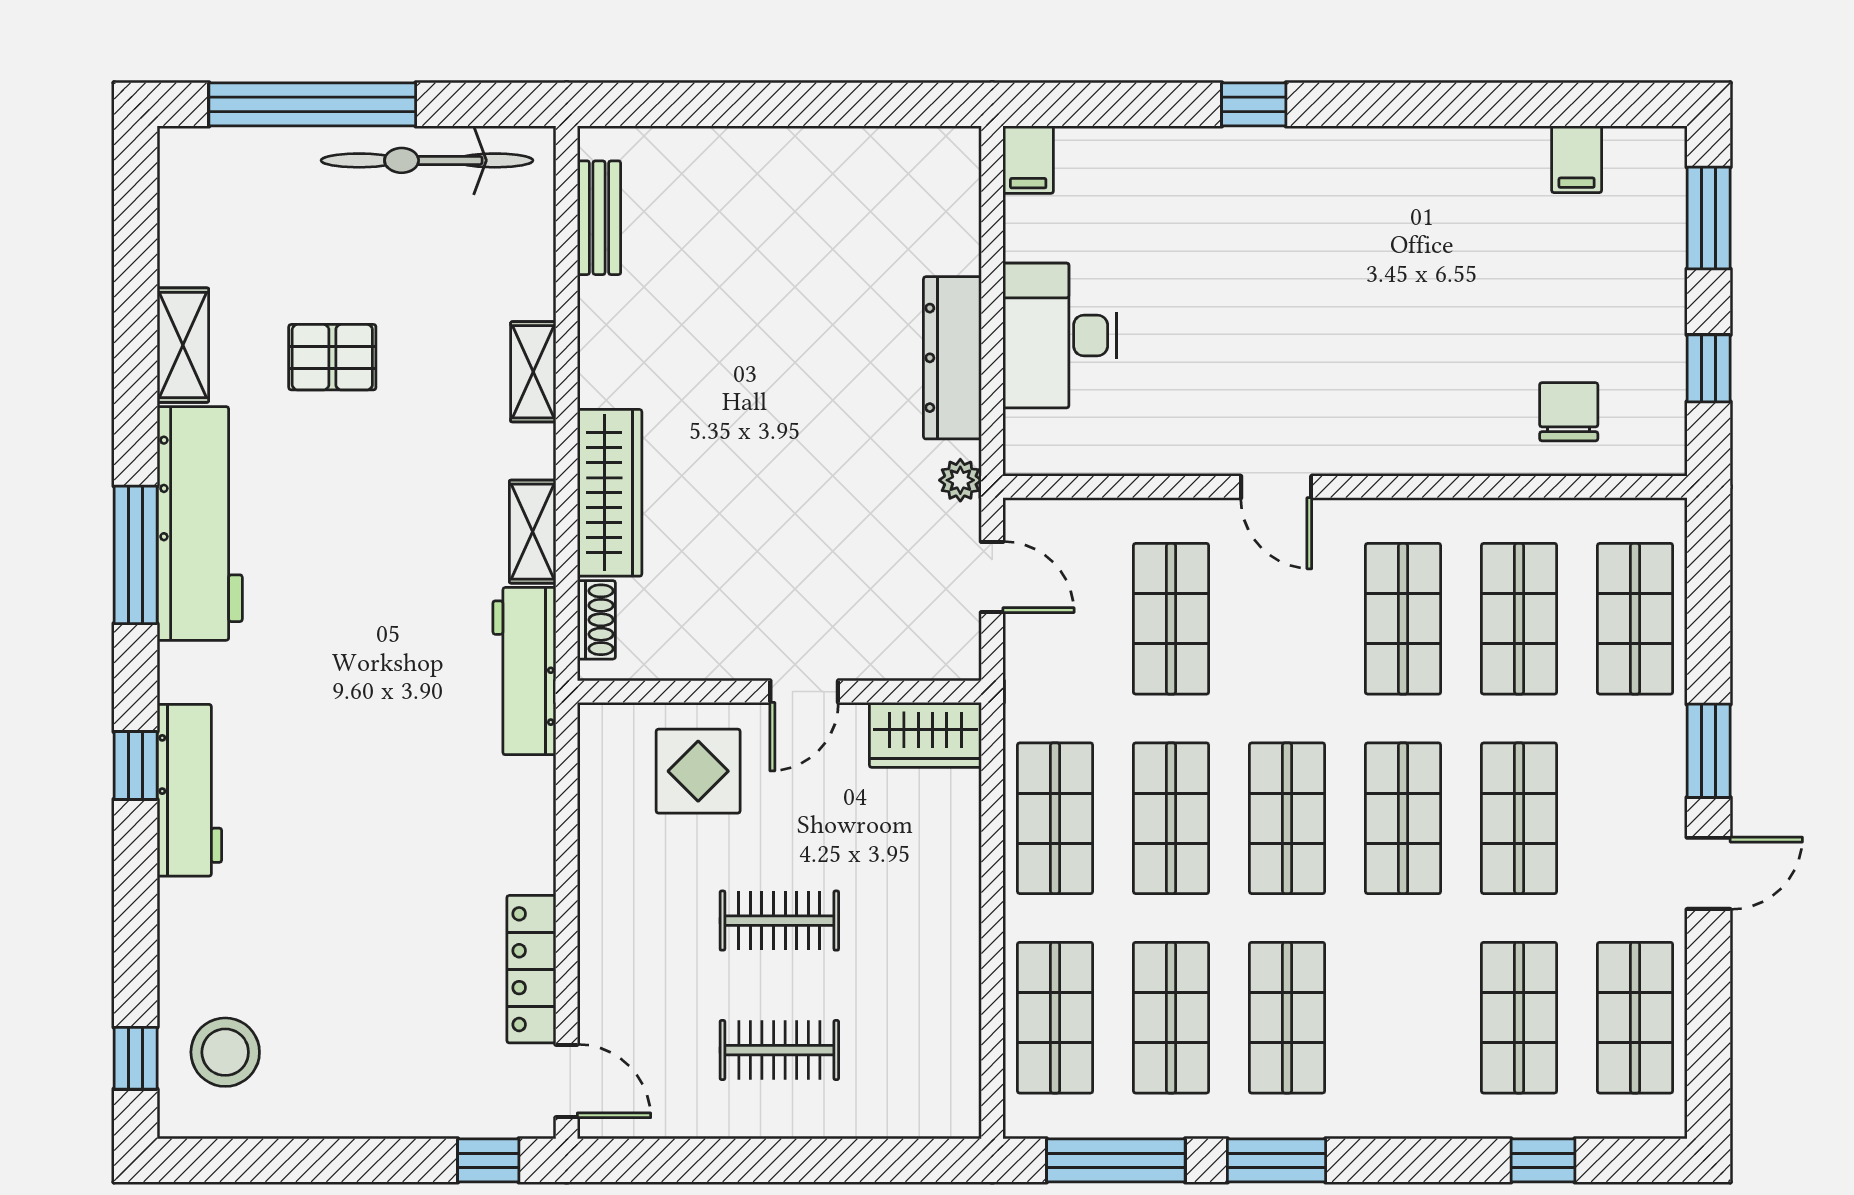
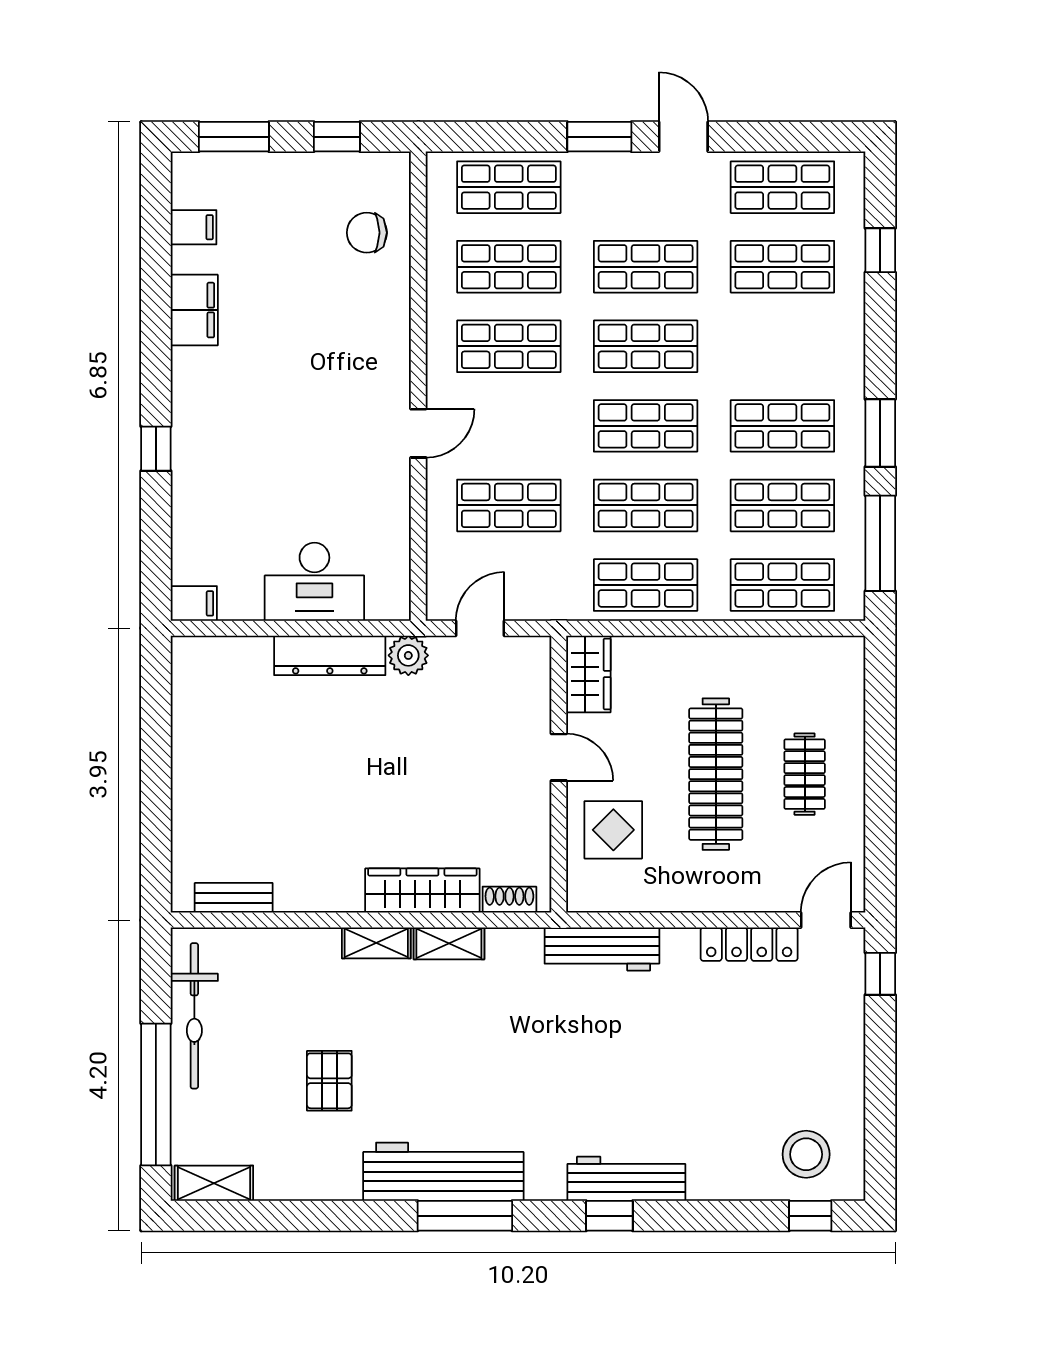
filing cabinet: (1456, 160) -> (194, 310), added
shelving: (183, 345) -> (214, 1183), moved
shelving: (533, 372) -> (376, 943), moved
plant: (960, 480) -> (408, 655), width x1.38, depth x1.38
workbench: (524, 671) -> (602, 949), moved
clothes rail: (779, 921) -> (716, 774), width x1.86, depth x1.31

